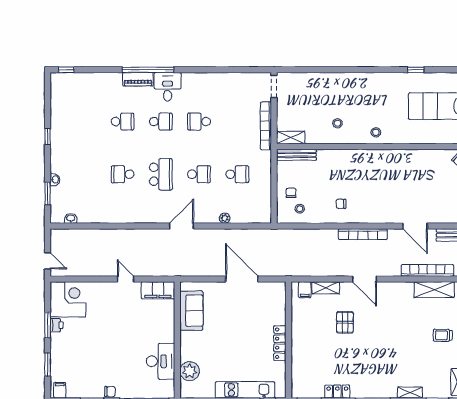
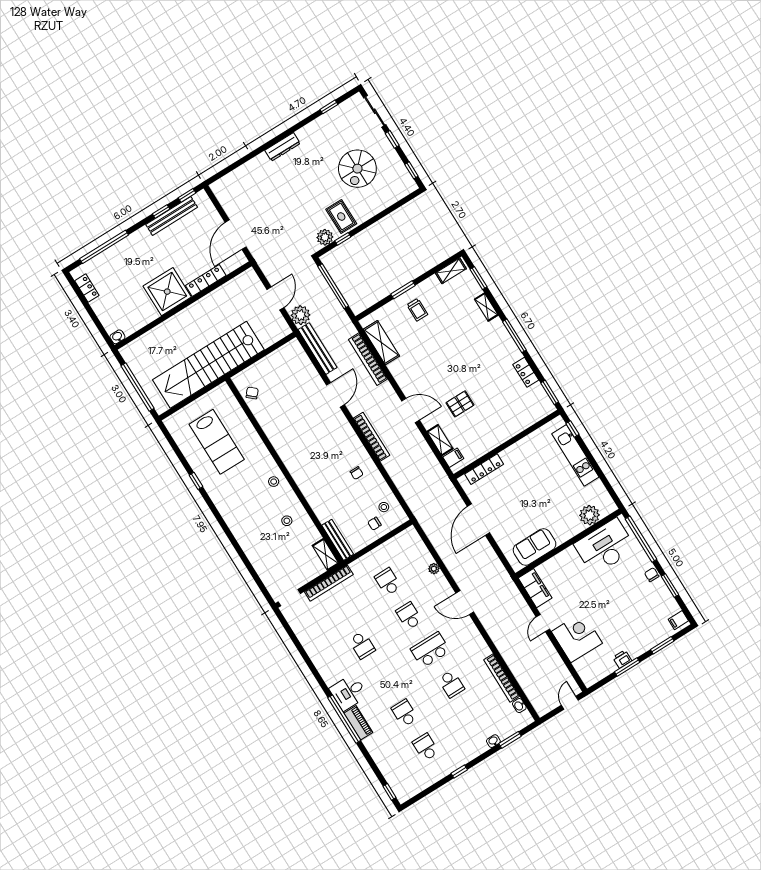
school desk: (161, 122) -> (426, 747), moved
bookcase: (102, 218) -> (502, 678), added
door: (364, 279) -> (411, 410), hinge flipped
corner desk: (68, 299) -> (577, 637), moved, turned 90
locker: (280, 343) -> (484, 469), moved
desk: (161, 361) -> (605, 547), width x1.36, depth x1.30

